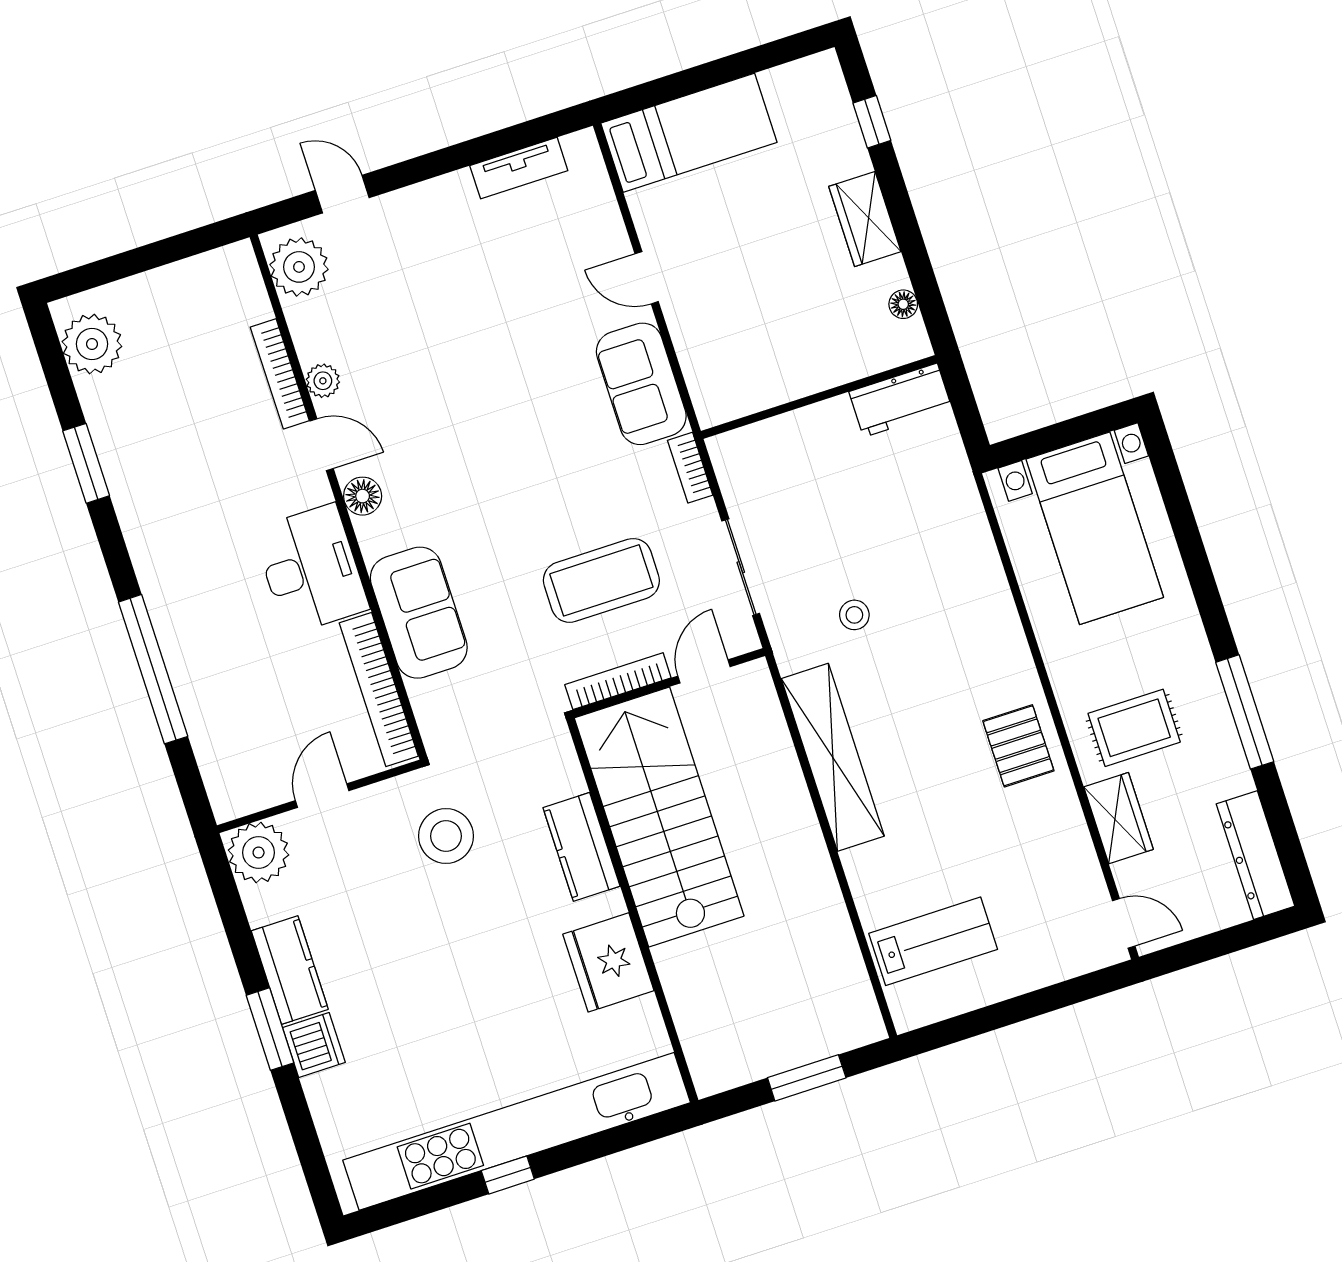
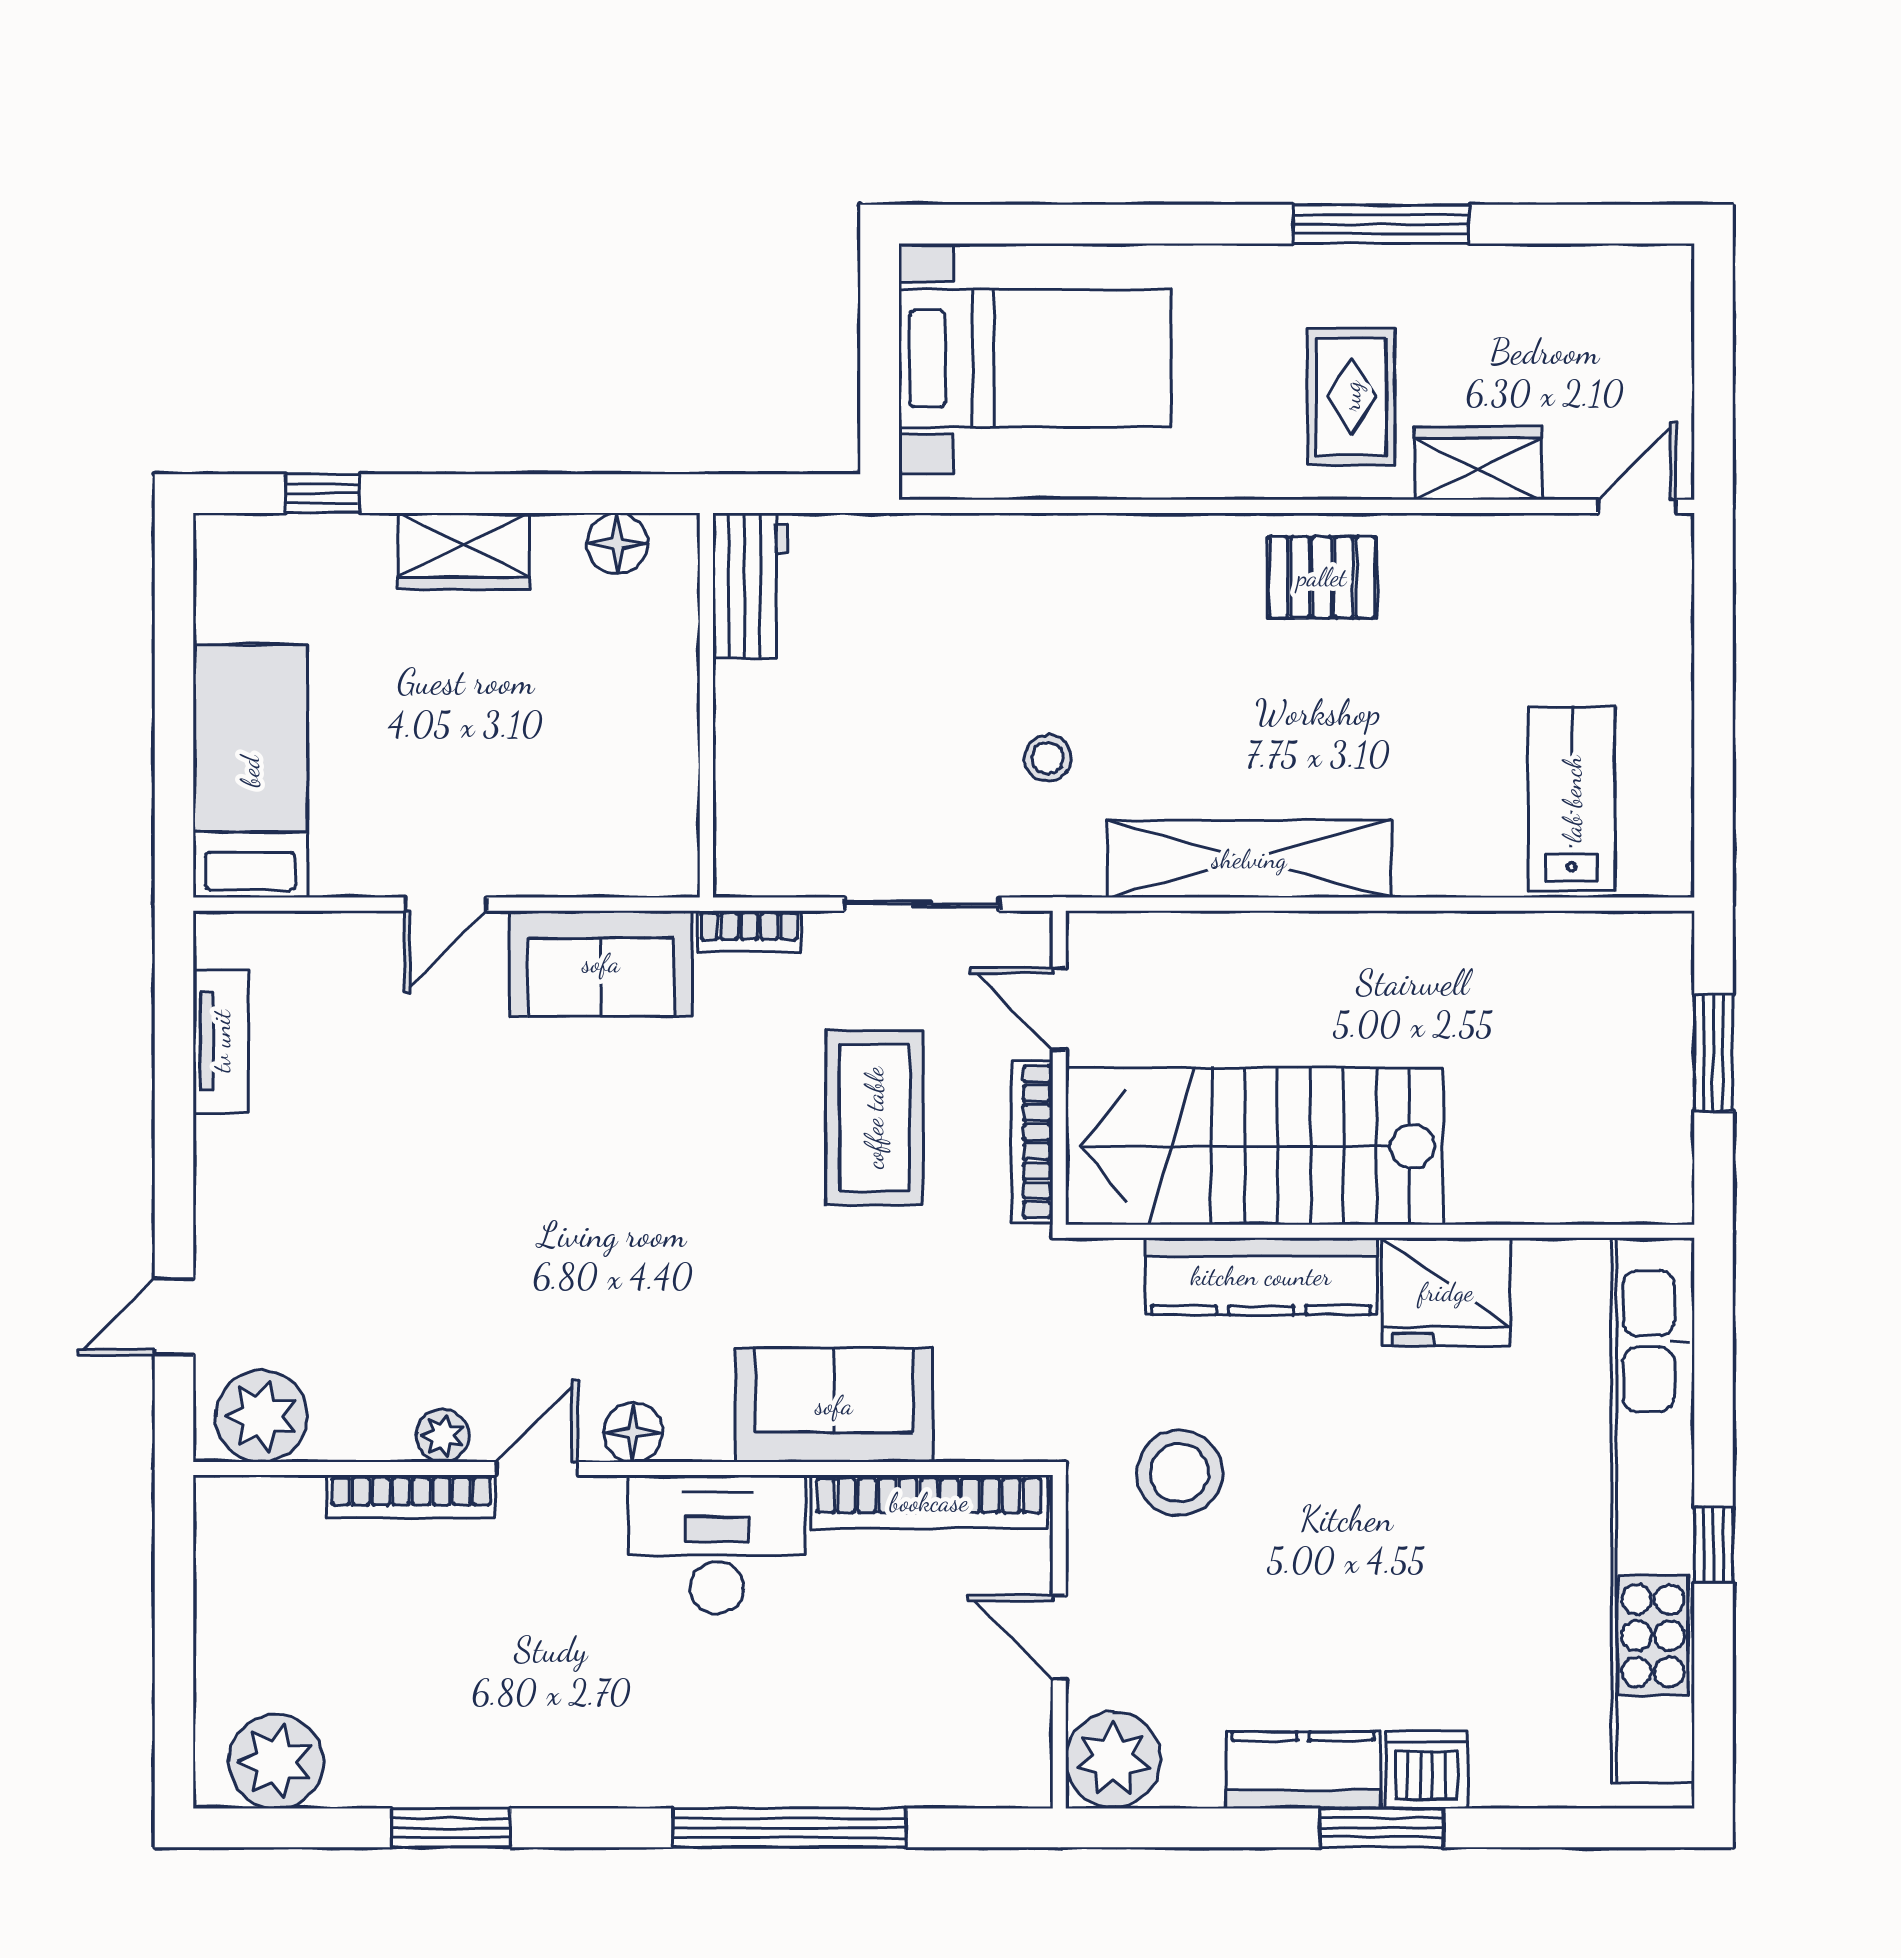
floor lamp: (903, 304) -> (617, 543), width x1.37, depth x1.37
kitchen counter: (582, 847) -> (1261, 1276), width x1.50
dresser: (1255, 855) -> (1599, 277), removed

